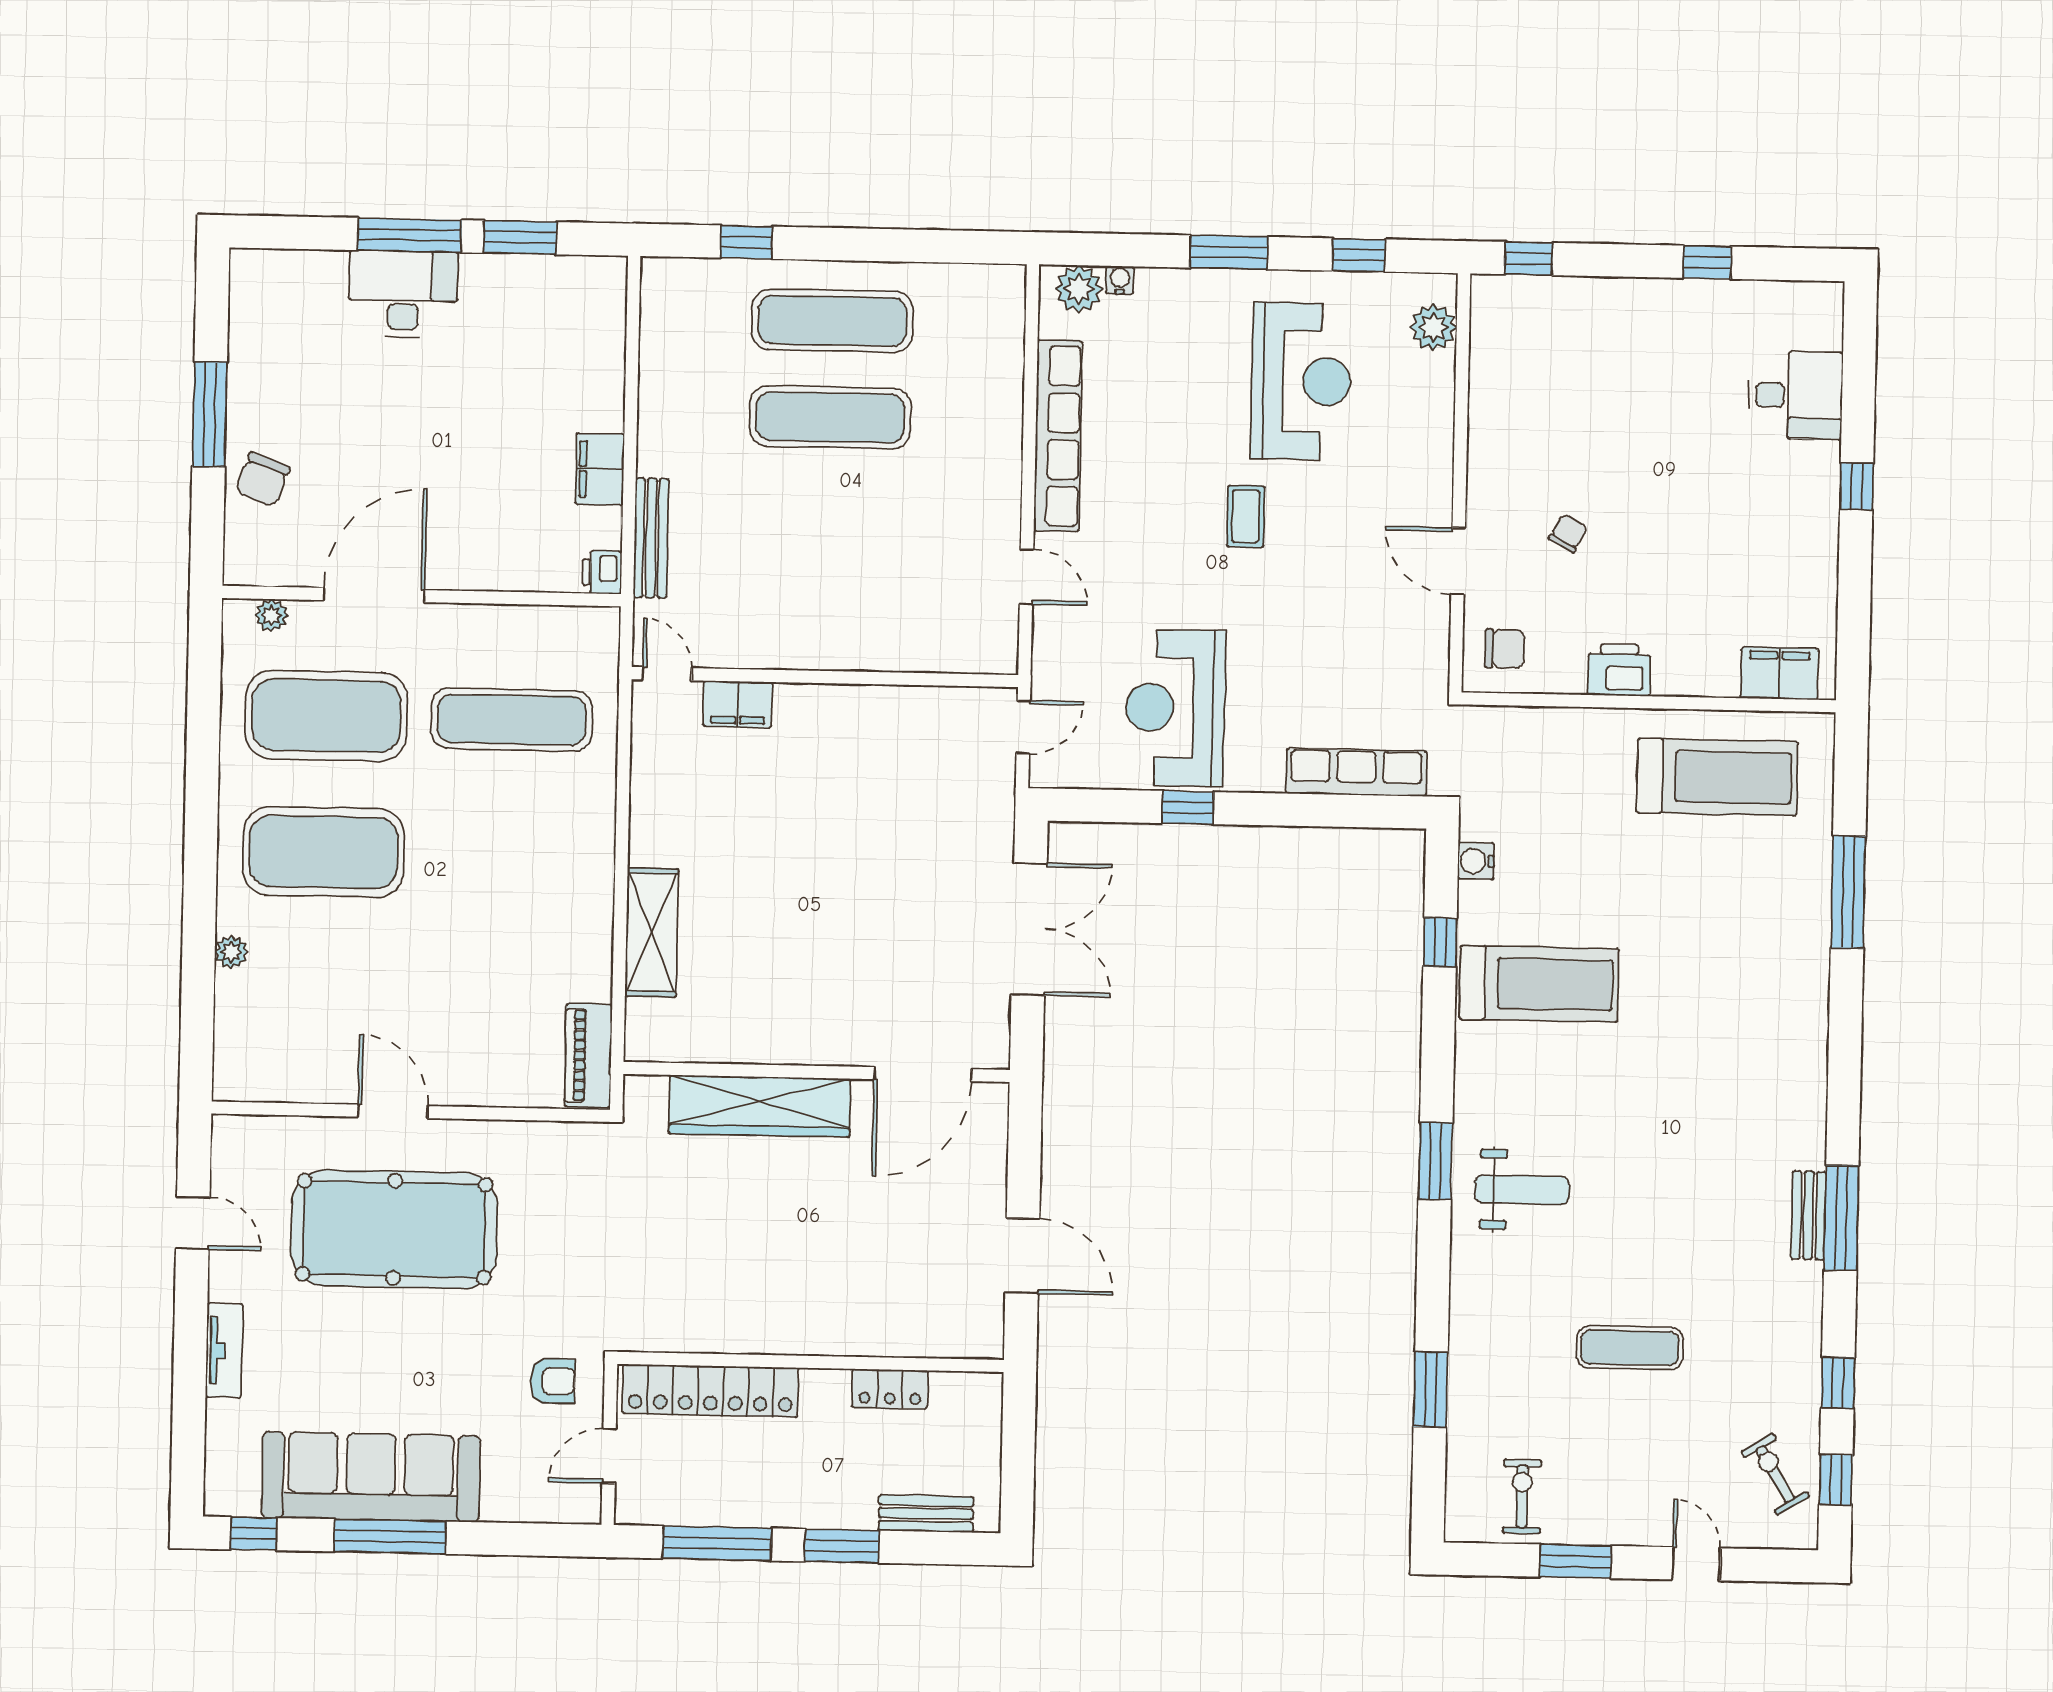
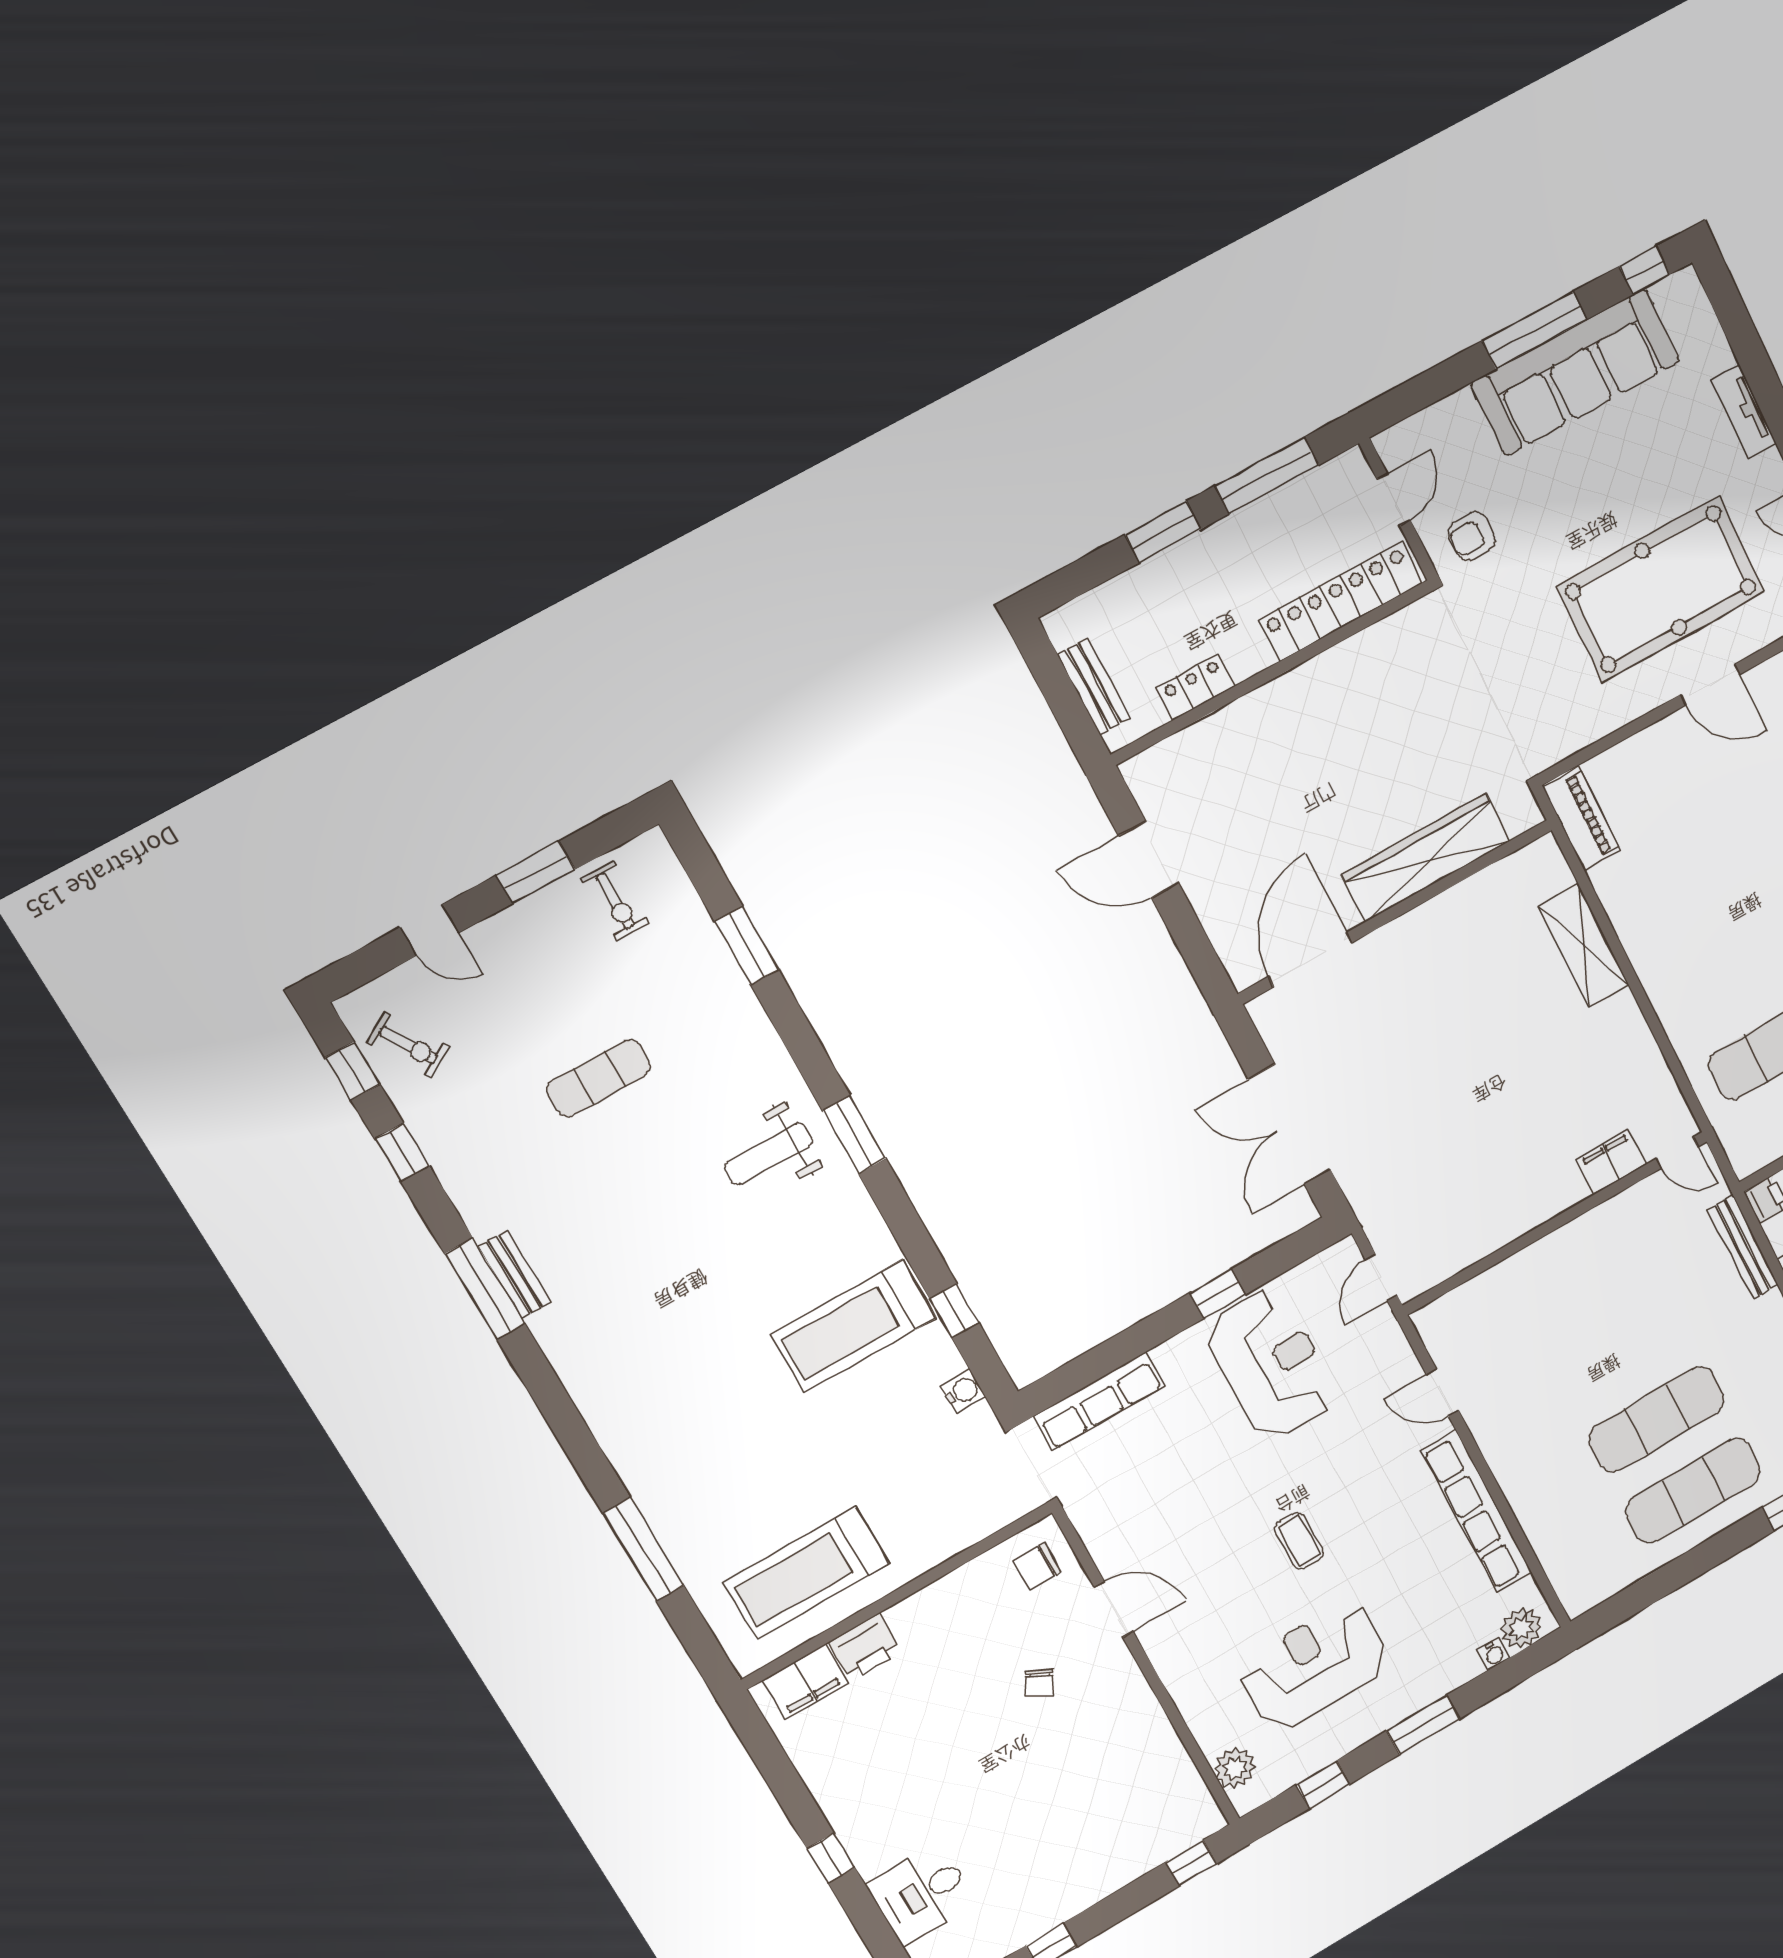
reception desk: (1301, 381) -> (1314, 1666), turned 90
printer: (1619, 670) -> (865, 1647), moved
bench: (926, 1514) -> (1094, 687), moved, turned 90

